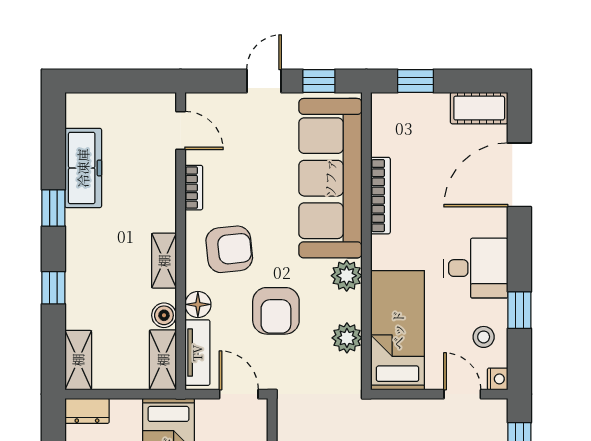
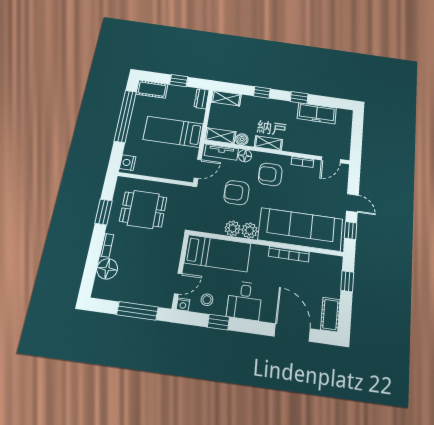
armchair: (229, 249) -> (270, 174), turned 96
plant: (347, 338) -> (233, 228), moved

